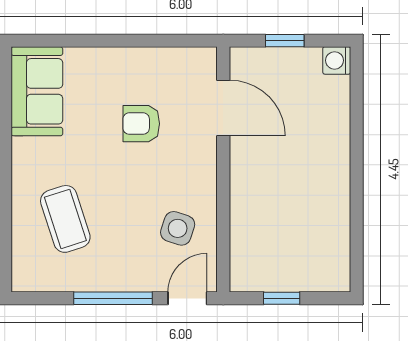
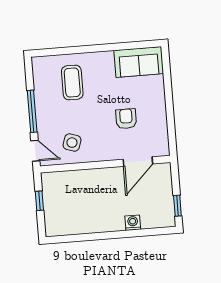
window: (285, 41) -> (177, 206), moved
washing machine: (337, 60) -> (133, 223), moved
coffee table: (65, 219) -> (72, 83), turned -72

